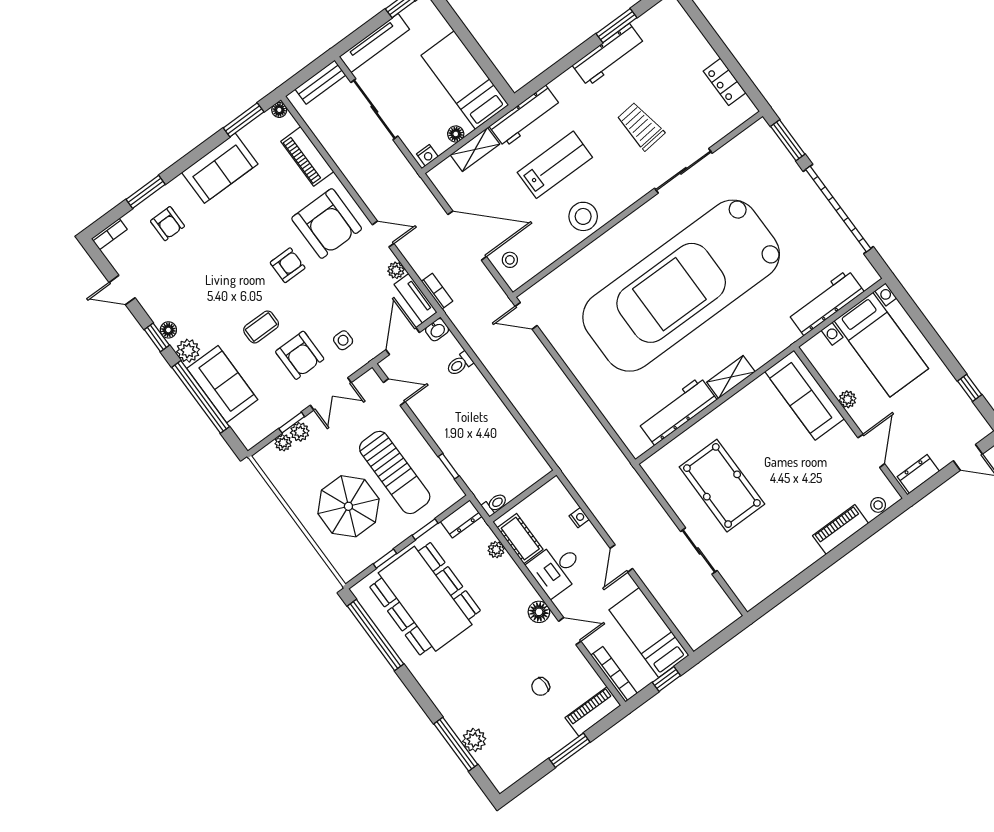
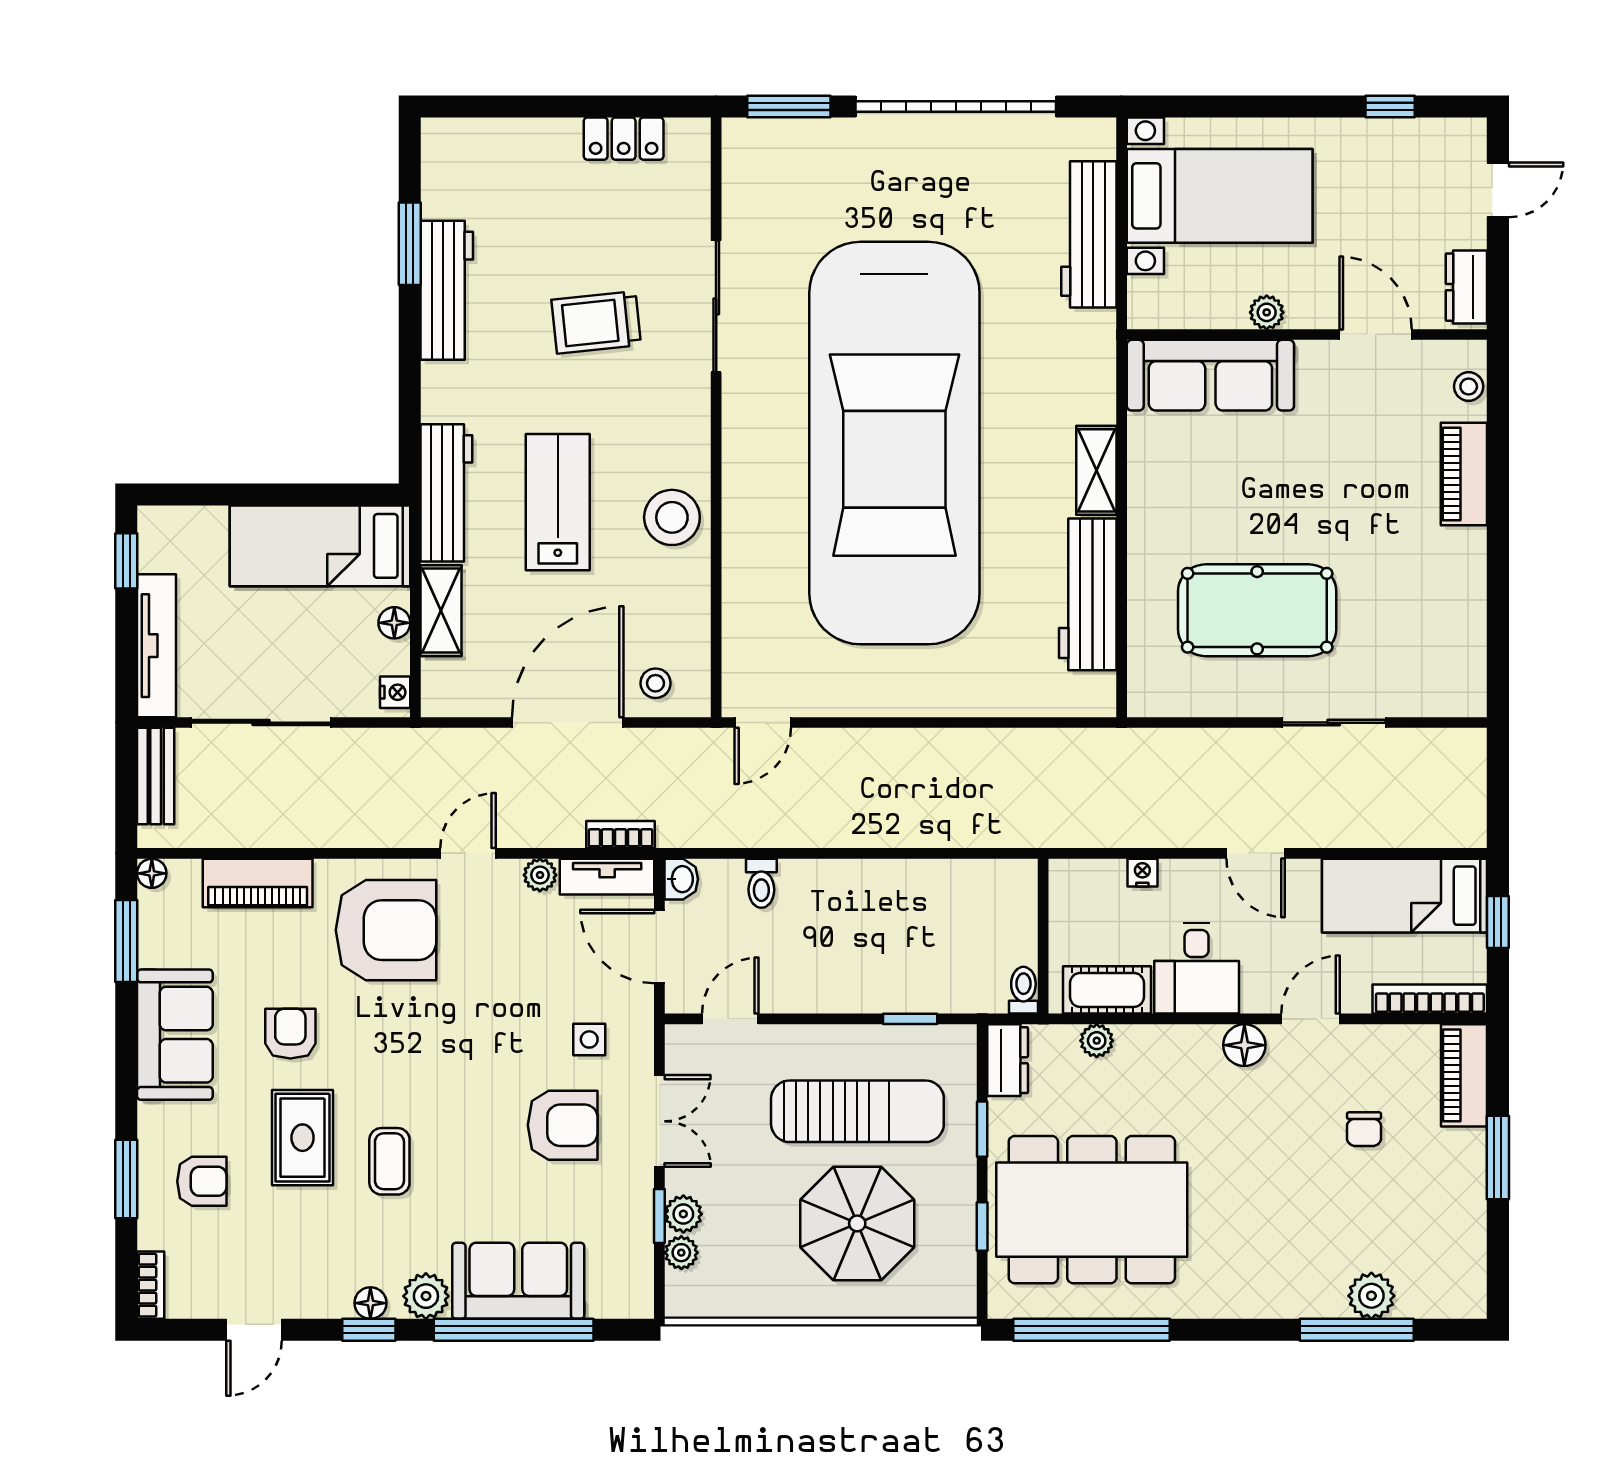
rug: (216, 252) -> (303, 1138), added
armchair: (288, 265) -> (290, 1034), moved
coffee table: (261, 327) -> (389, 1161), moved

